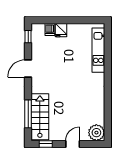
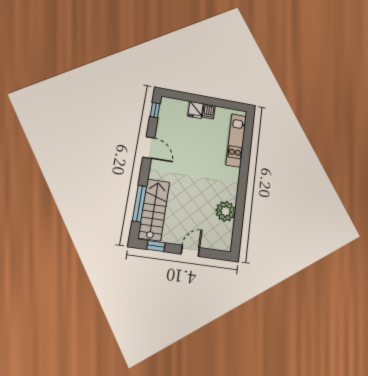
dishwasher: (50, 29) -> (209, 111), moved
door: (28, 69) -> (149, 148), swing flipped
plant: (96, 133) -> (226, 211), moved

